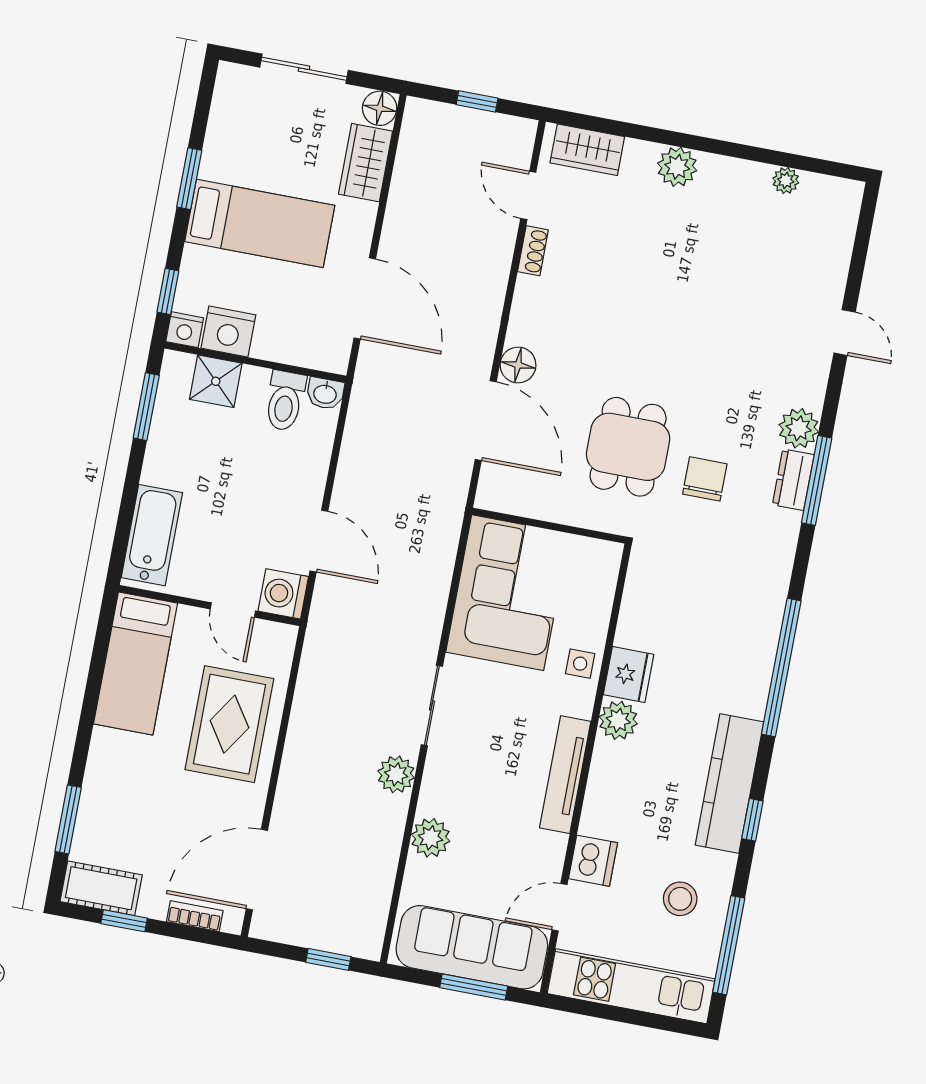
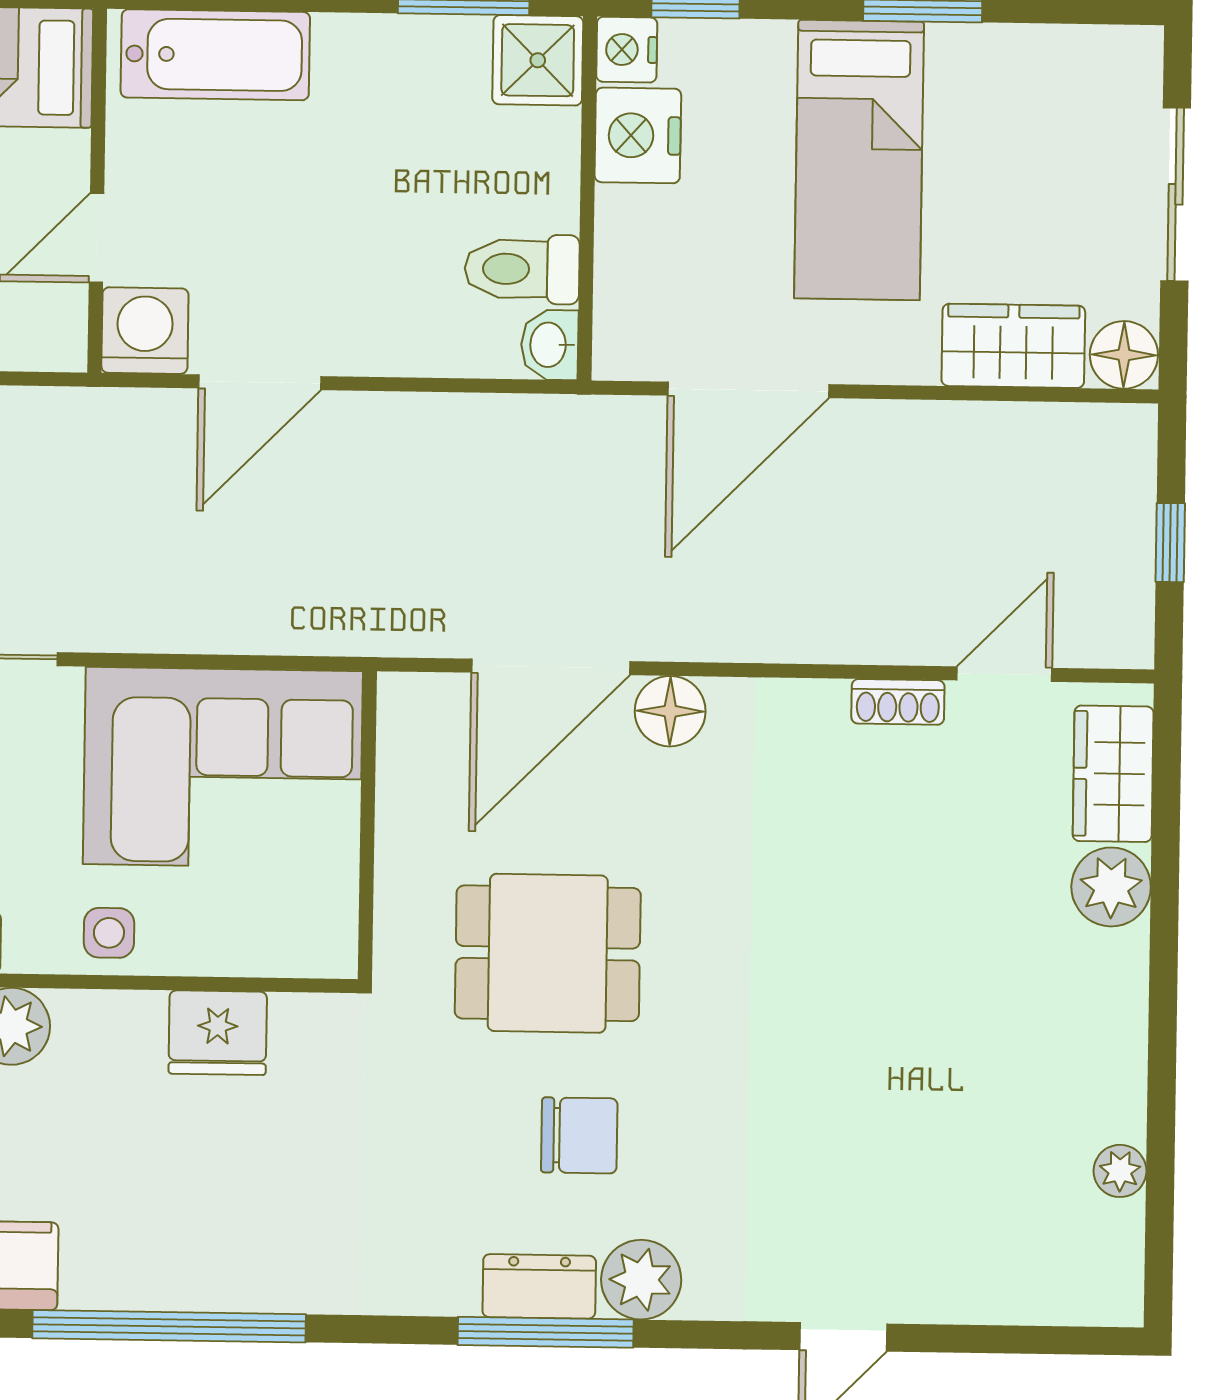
plant: (677, 167) -> (1111, 887), moved
shower: (216, 381) -> (538, 60), moved
chair: (705, 479) -> (579, 1135), moved
fridge: (629, 675) -> (218, 1033), moved

